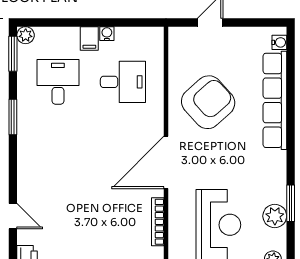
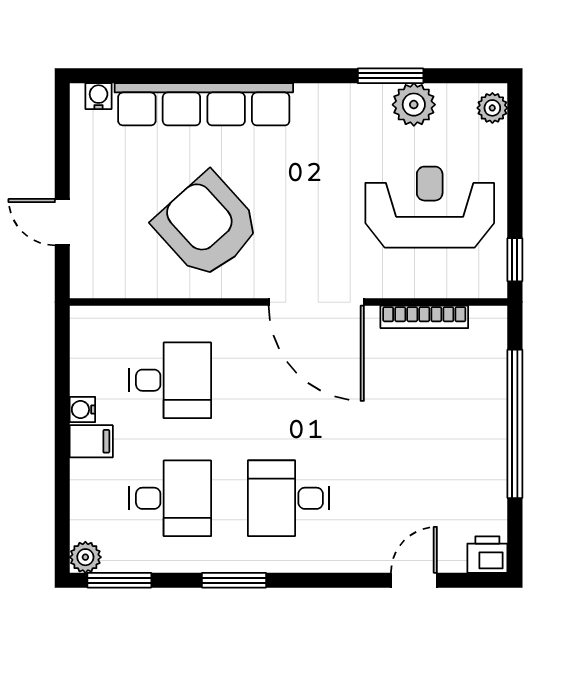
desk: (58, 82) -> (170, 498), turned 180
desk: (123, 82) -> (170, 380), turned 90
desk: (58, 147) -> (289, 498), added

